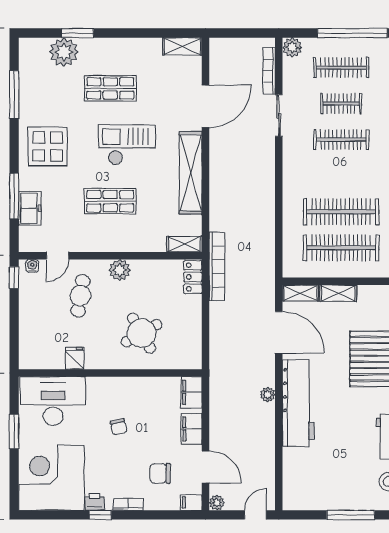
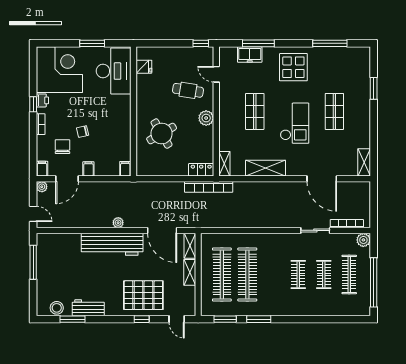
plant: (64, 52) -> (360, 79), removed
clothes rail: (341, 140) -> (298, 274), width x0.73
shelving: (191, 173) -> (266, 168), width x0.68
water cooler: (32, 266) -> (209, 56), removed
door: (279, 332) -> (162, 230), hinge flipped
fridge: (75, 358) -> (144, 67), moved
filing cabinet: (191, 392) -> (125, 169), width x0.50
chair: (119, 427) -> (83, 132), moved
filing cabinet: (192, 429) -> (88, 169), width x0.50
window: (351, 515) -> (33, 262), moved

